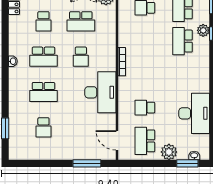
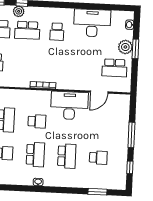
school desk: (145, 108) -> (57, 32), moved
door: (117, 140) -> (99, 92), moved
window: (34, 163) -> (130, 167), added
window: (87, 163) -> (131, 135), moved
window: (187, 163) -> (135, 49), moved

